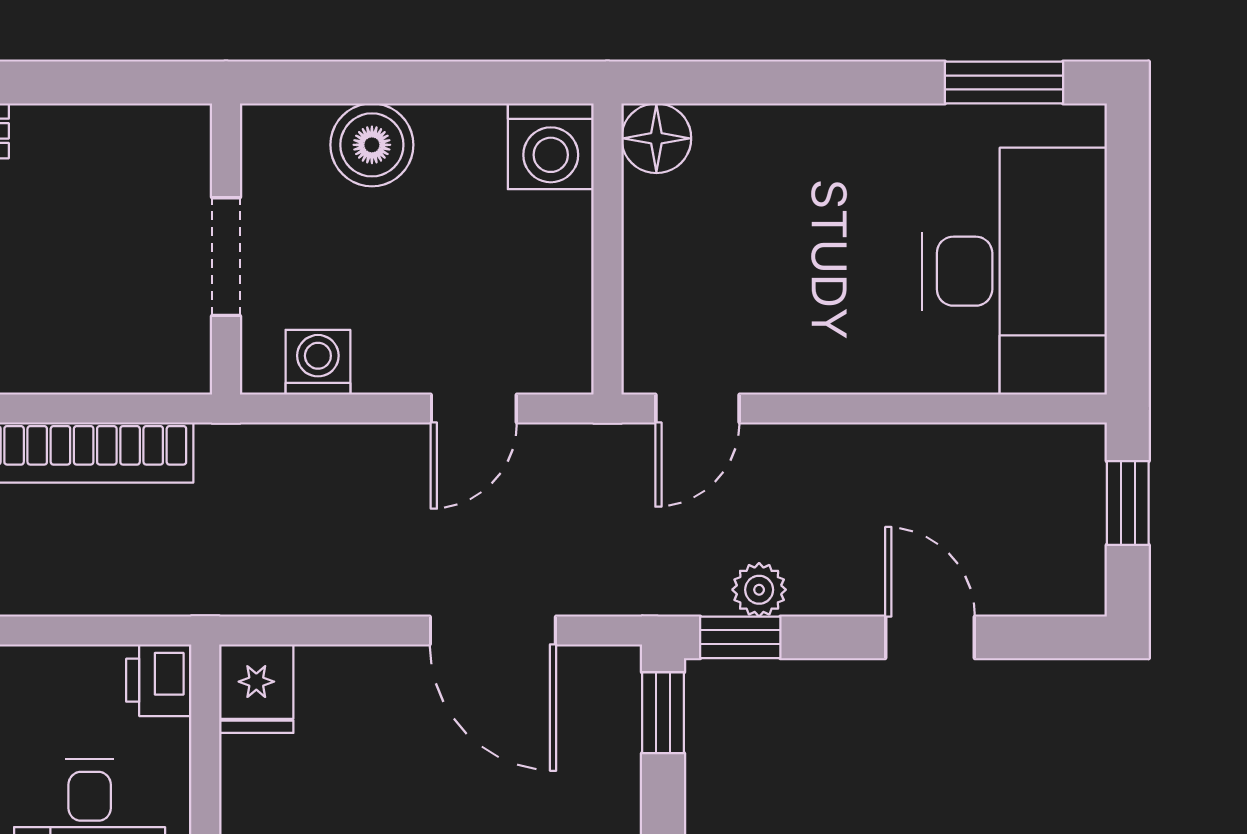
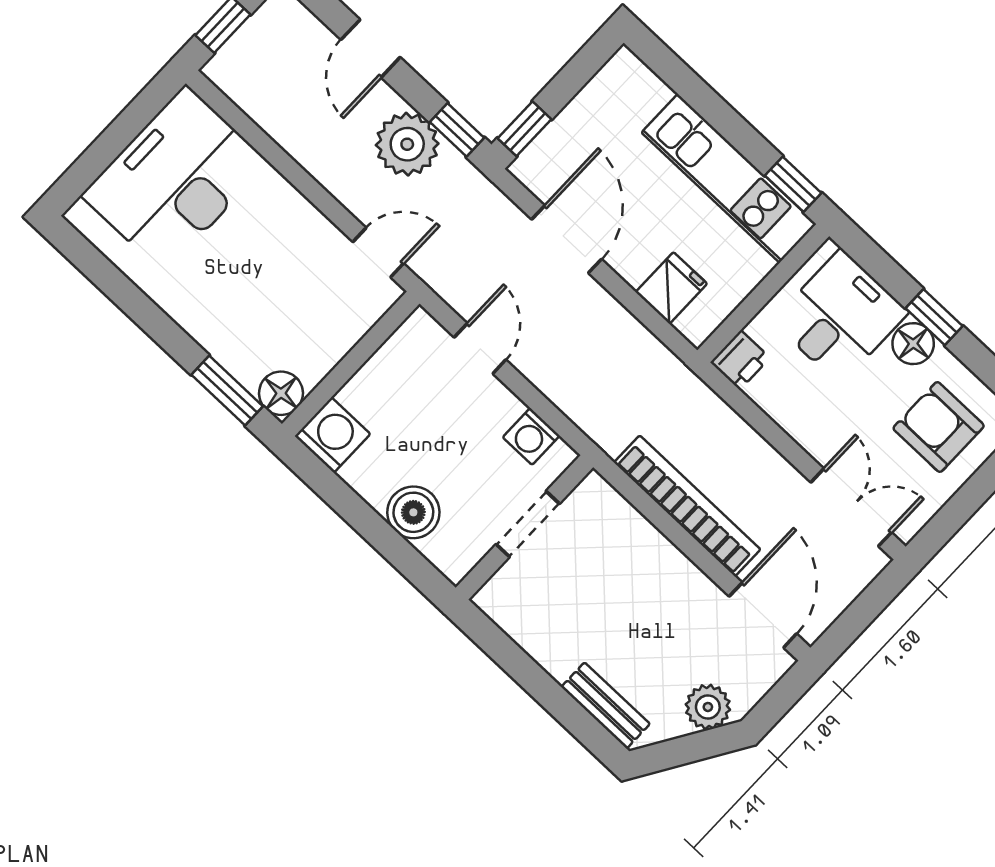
window: (1004, 83) -> (227, 390), moved
door: (474, 409) -> (480, 349), hinge flipped
plant: (759, 590) -> (407, 144), width x1.87, depth x1.87
fridge: (256, 689) -> (671, 288), moved

